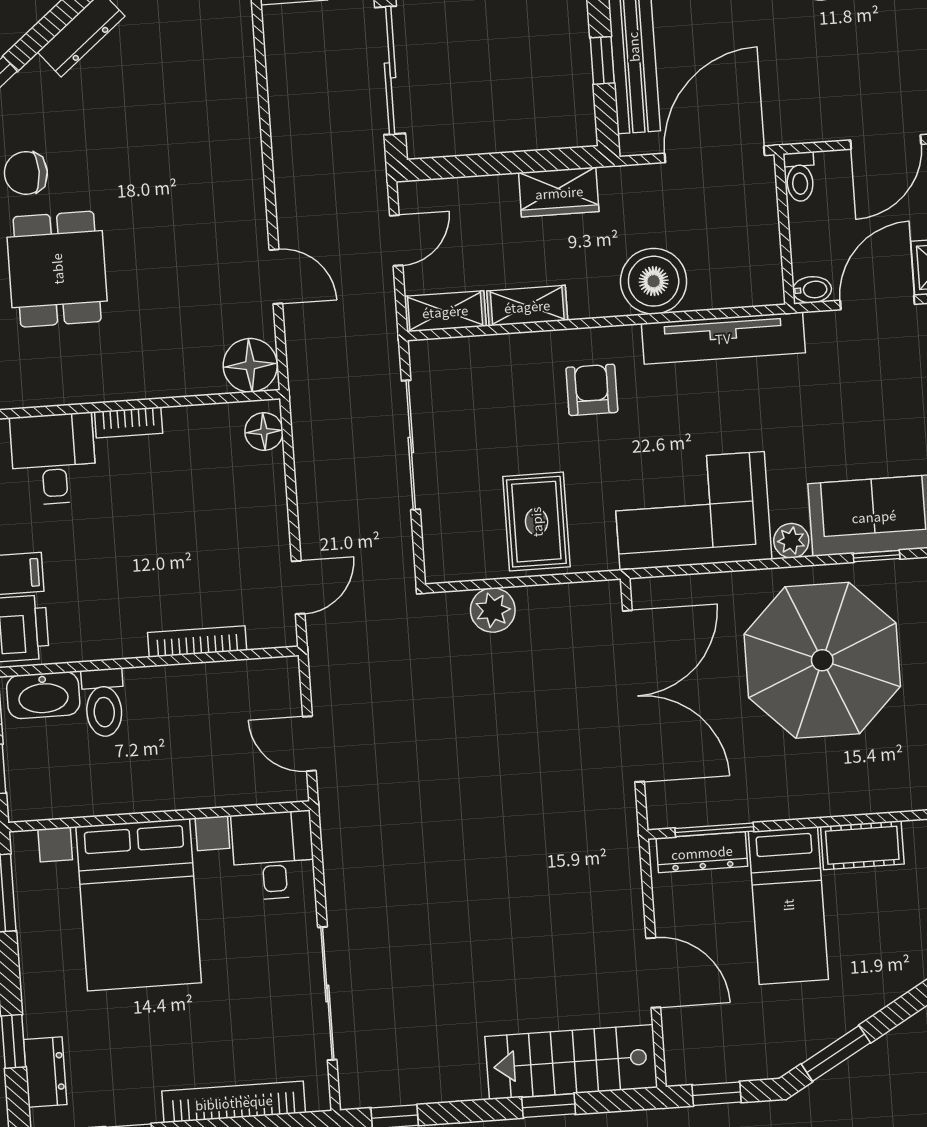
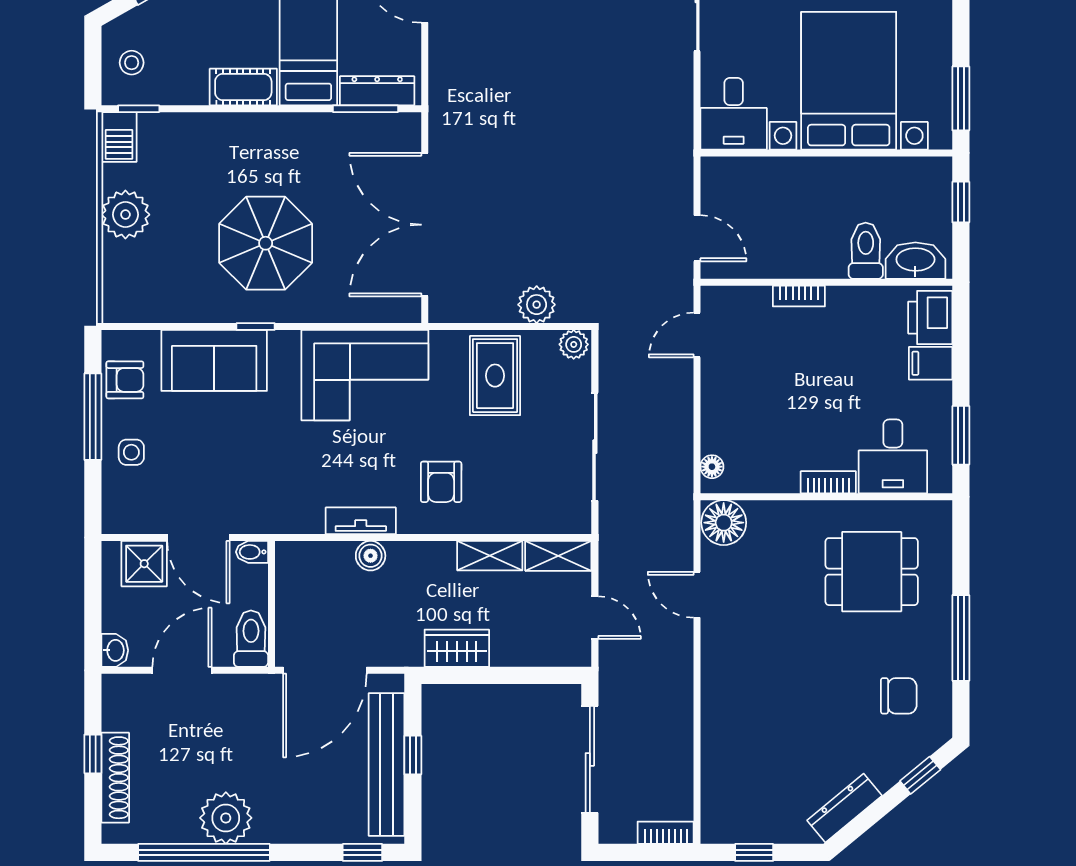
toilet: (800, 177) -> (251, 639), width x1.37, depth x1.39
door: (396, 240) -> (595, 618), swing flipped
dining table: (57, 269) -> (872, 572), moved, turned 90
boiler: (654, 281) -> (371, 556), width x0.54, depth x0.54
door: (877, 302) -> (198, 538), hinge flipped
tv unit: (723, 338) -> (361, 521), width x0.52, depth x0.78
floor lamp: (264, 431) -> (712, 467), width x0.73, depth x0.73
plant: (791, 541) -> (574, 344), moved
window: (877, 556) -> (256, 327), moved
bookcase: (197, 641) -> (799, 296), width x0.64
parasol: (822, 660) -> (266, 243), width x0.73, depth x0.73
door: (309, 744) -> (697, 238), moved

